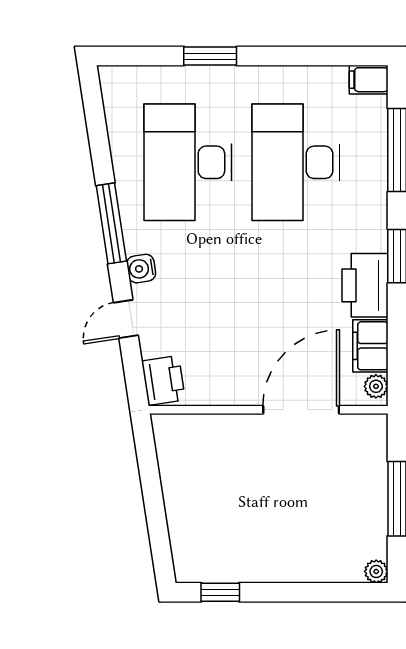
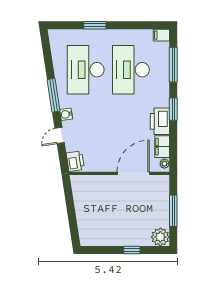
plant: (376, 571) -> (160, 237), width x1.88, depth x1.88
window: (220, 592) -> (132, 250), moved

